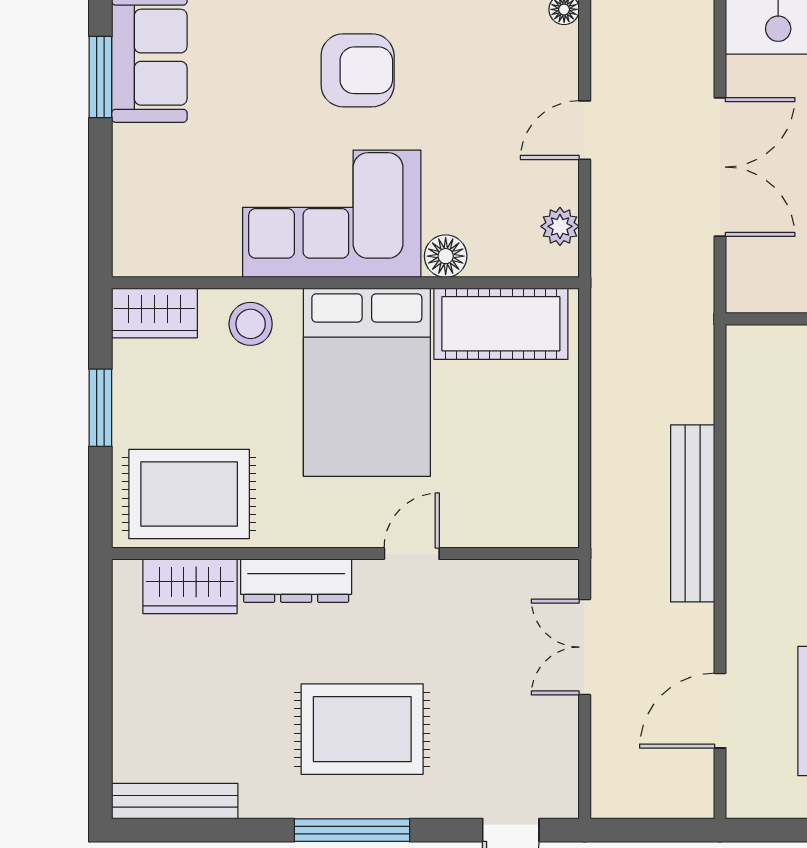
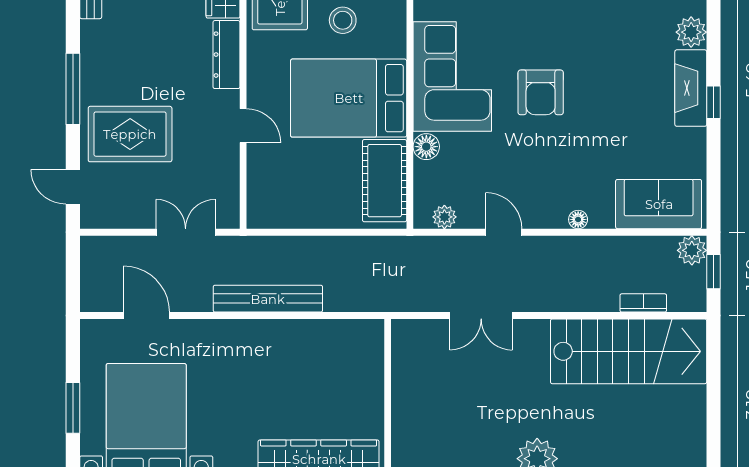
double door: (720, 167) -> (481, 316), width x0.73
stool: (251, 324) -> (343, 20), moved
rug: (362, 729) -> (130, 134), moved, turned 90

